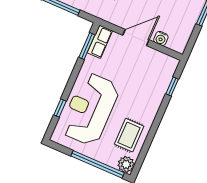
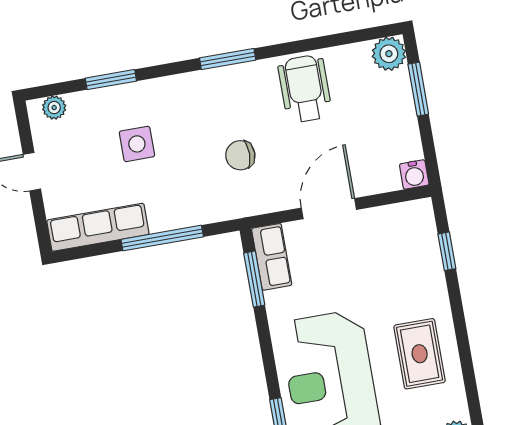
water cooler: (161, 38) -> (414, 174), moved
rug: (129, 135) -> (420, 354), moved

